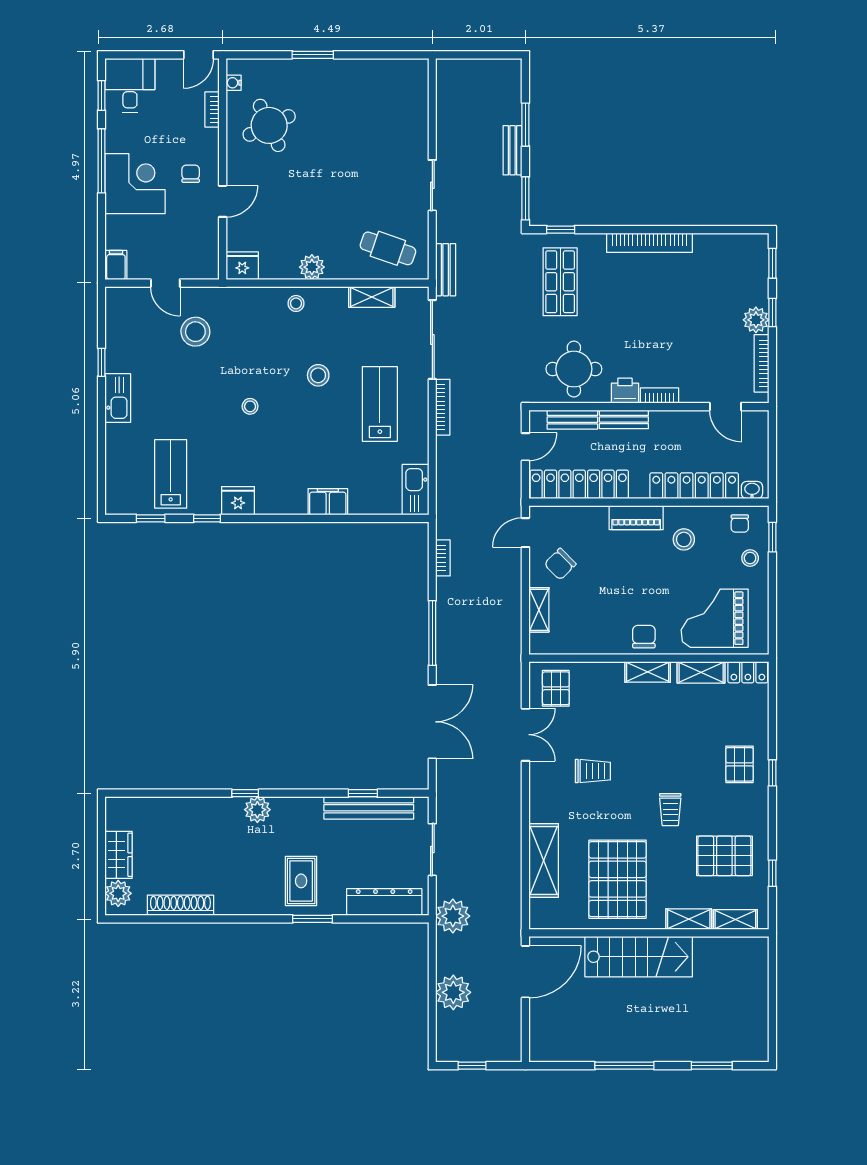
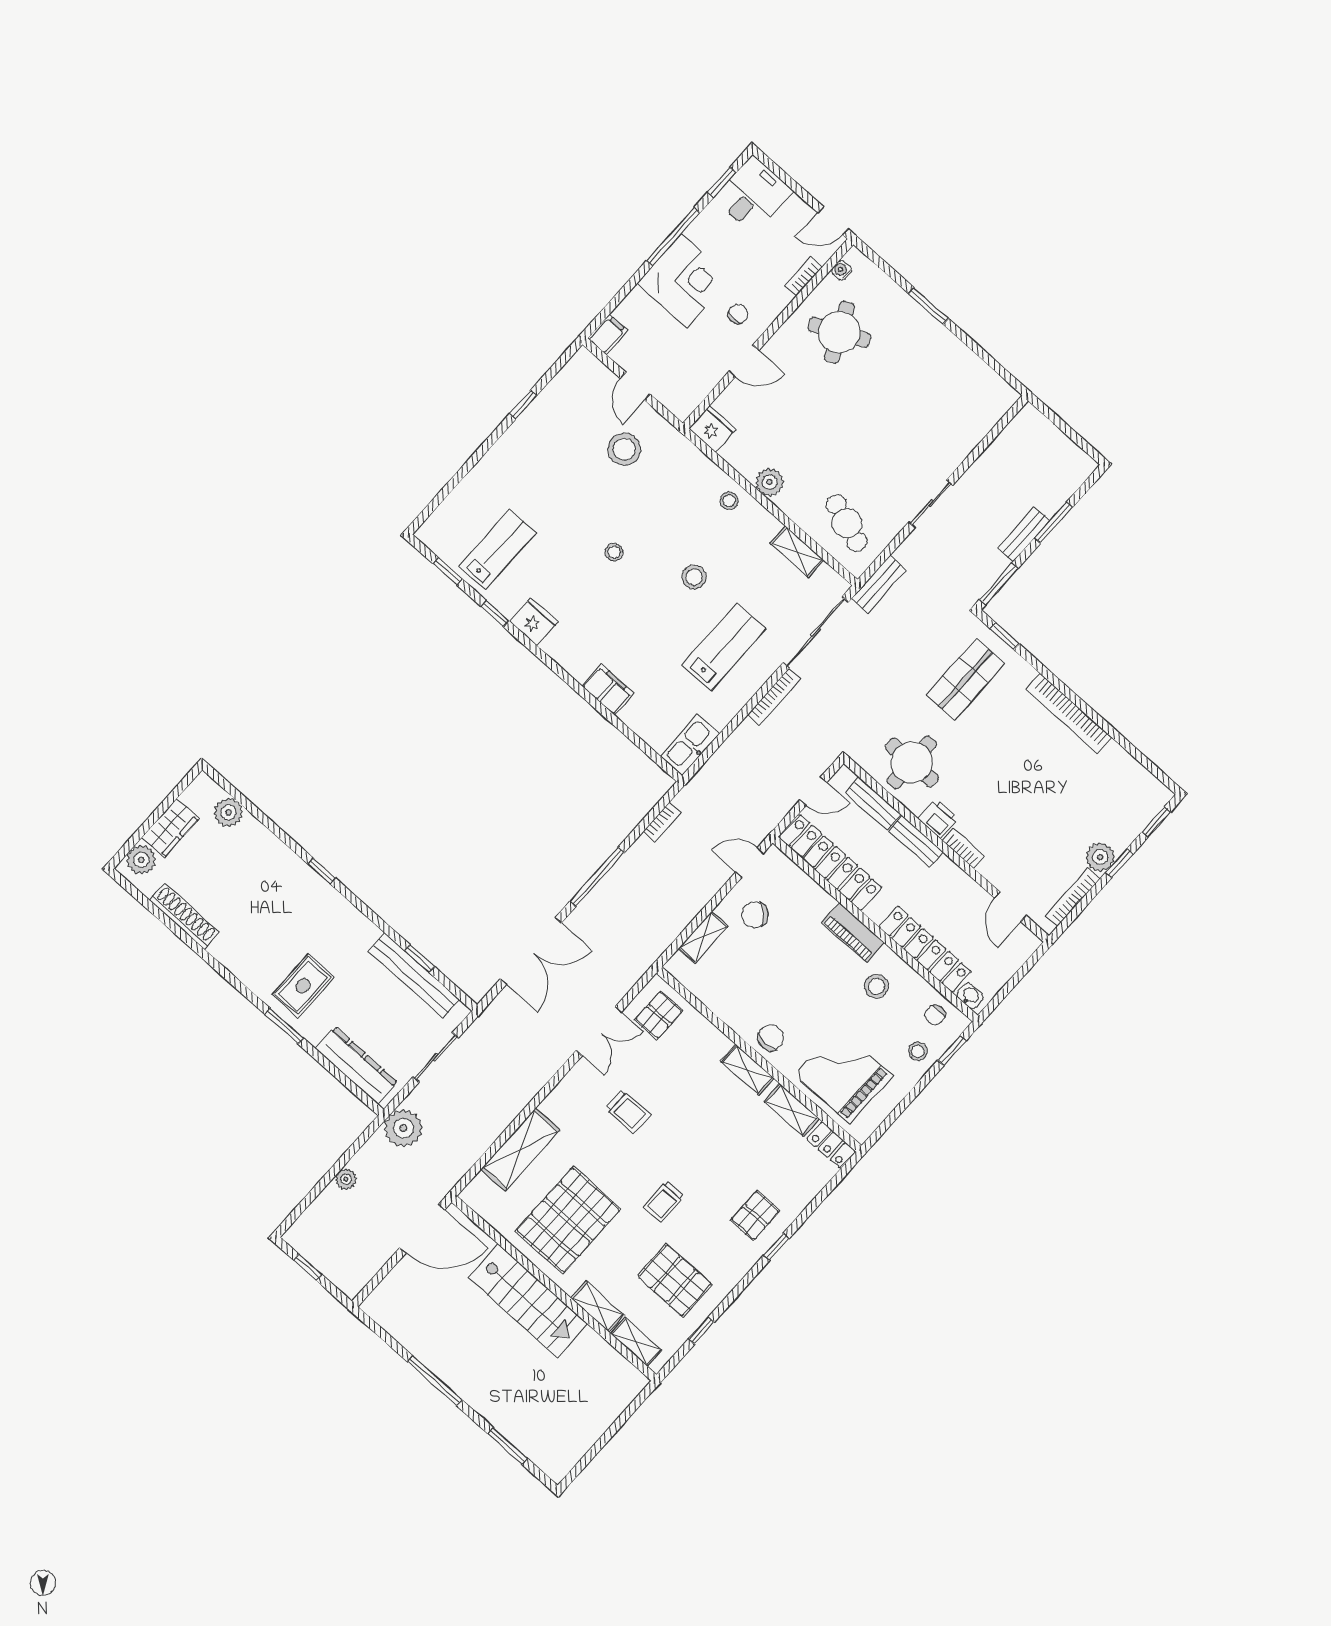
kitchen sink: (118, 398) -> (510, 447), removed
plant: (257, 810) -> (228, 812), moved
plant: (453, 992) -> (346, 1179), width x0.53, depth x0.53

